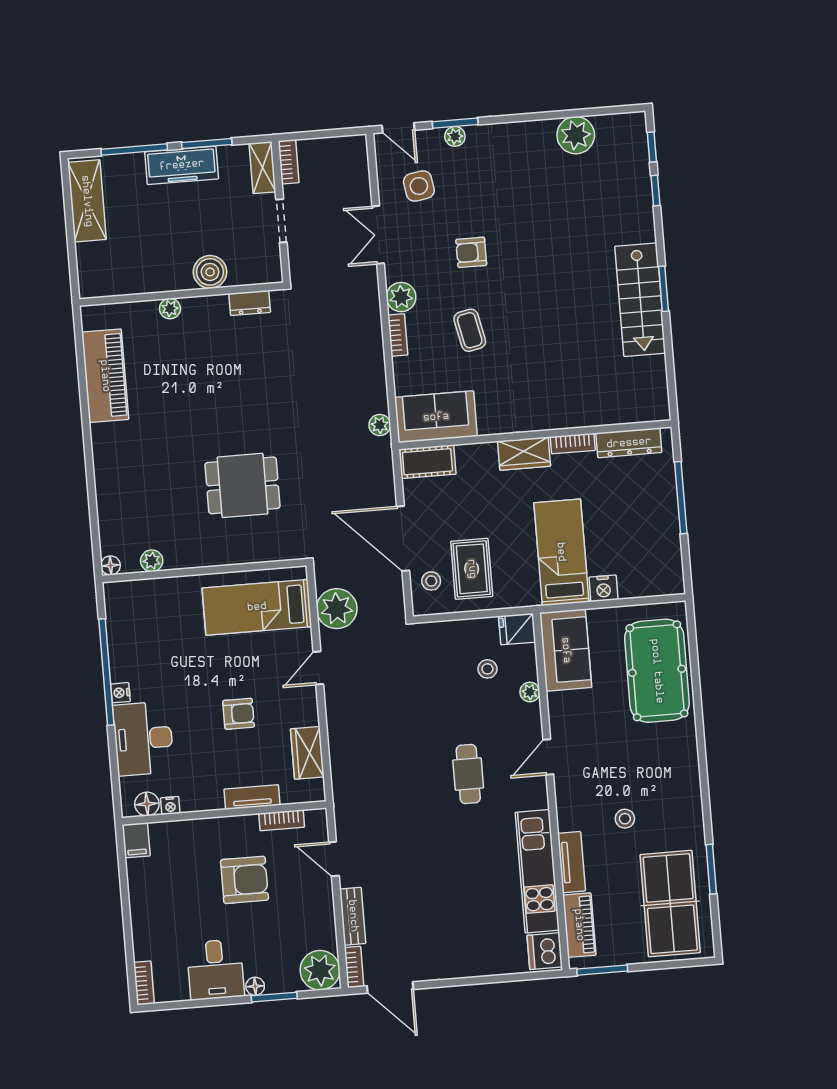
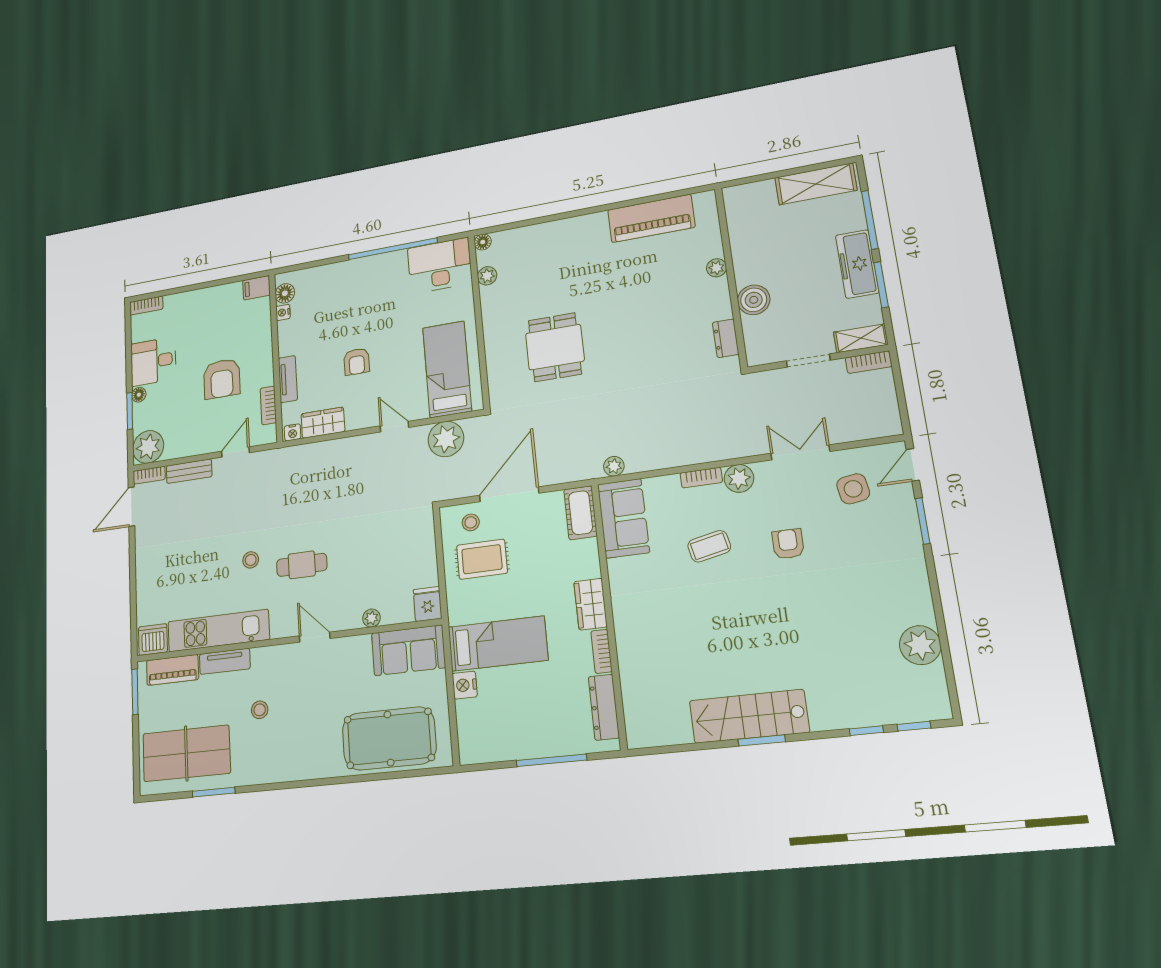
plant: (455, 136) -> (908, 522), removed
stool: (487, 669) -> (251, 560), moved
nightstand: (120, 693) -> (293, 432), moved, turned 180
desk: (143, 739) -> (439, 266), moved

